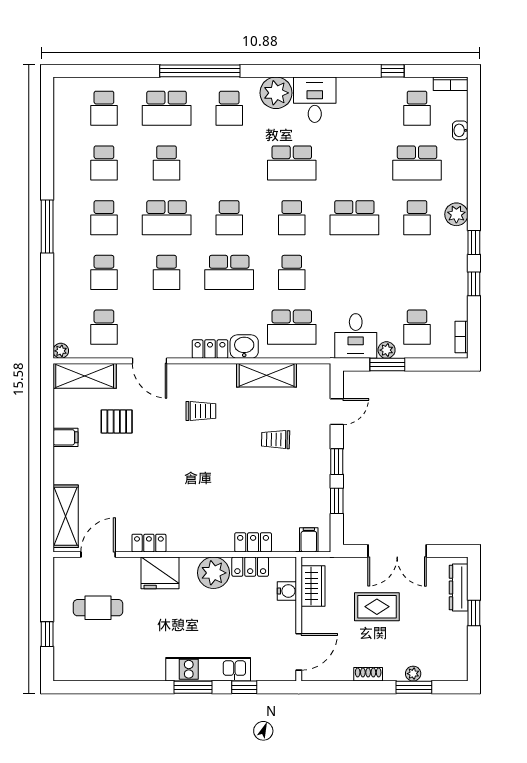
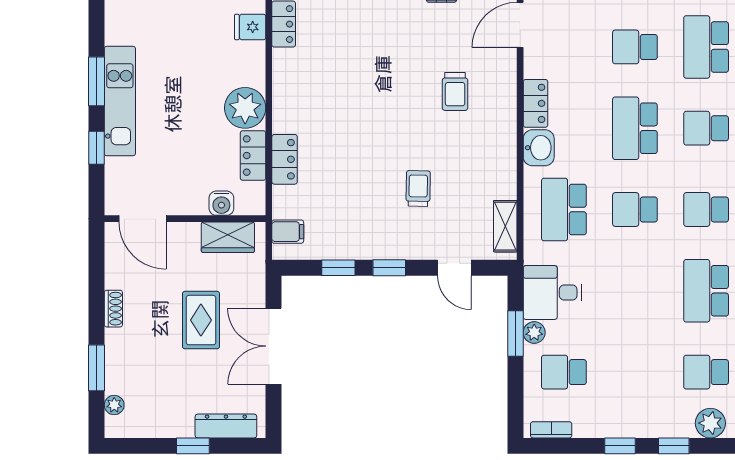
shelving: (267, 375) -> (505, 226), moved, width x0.67, depth x0.75
fridge: (160, 573) -> (250, 27), width x0.53, depth x0.75
plant: (413, 674) -> (114, 405), moved

